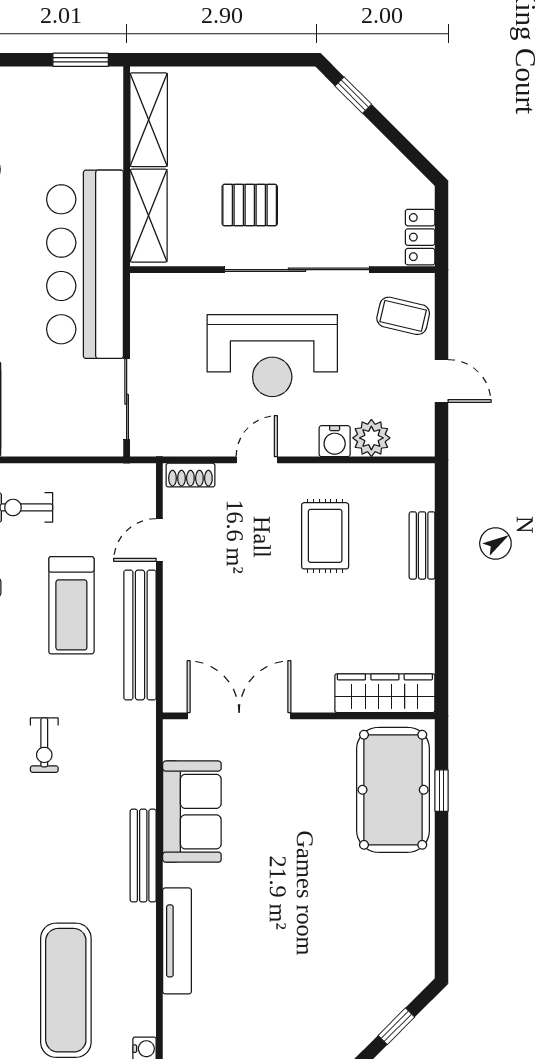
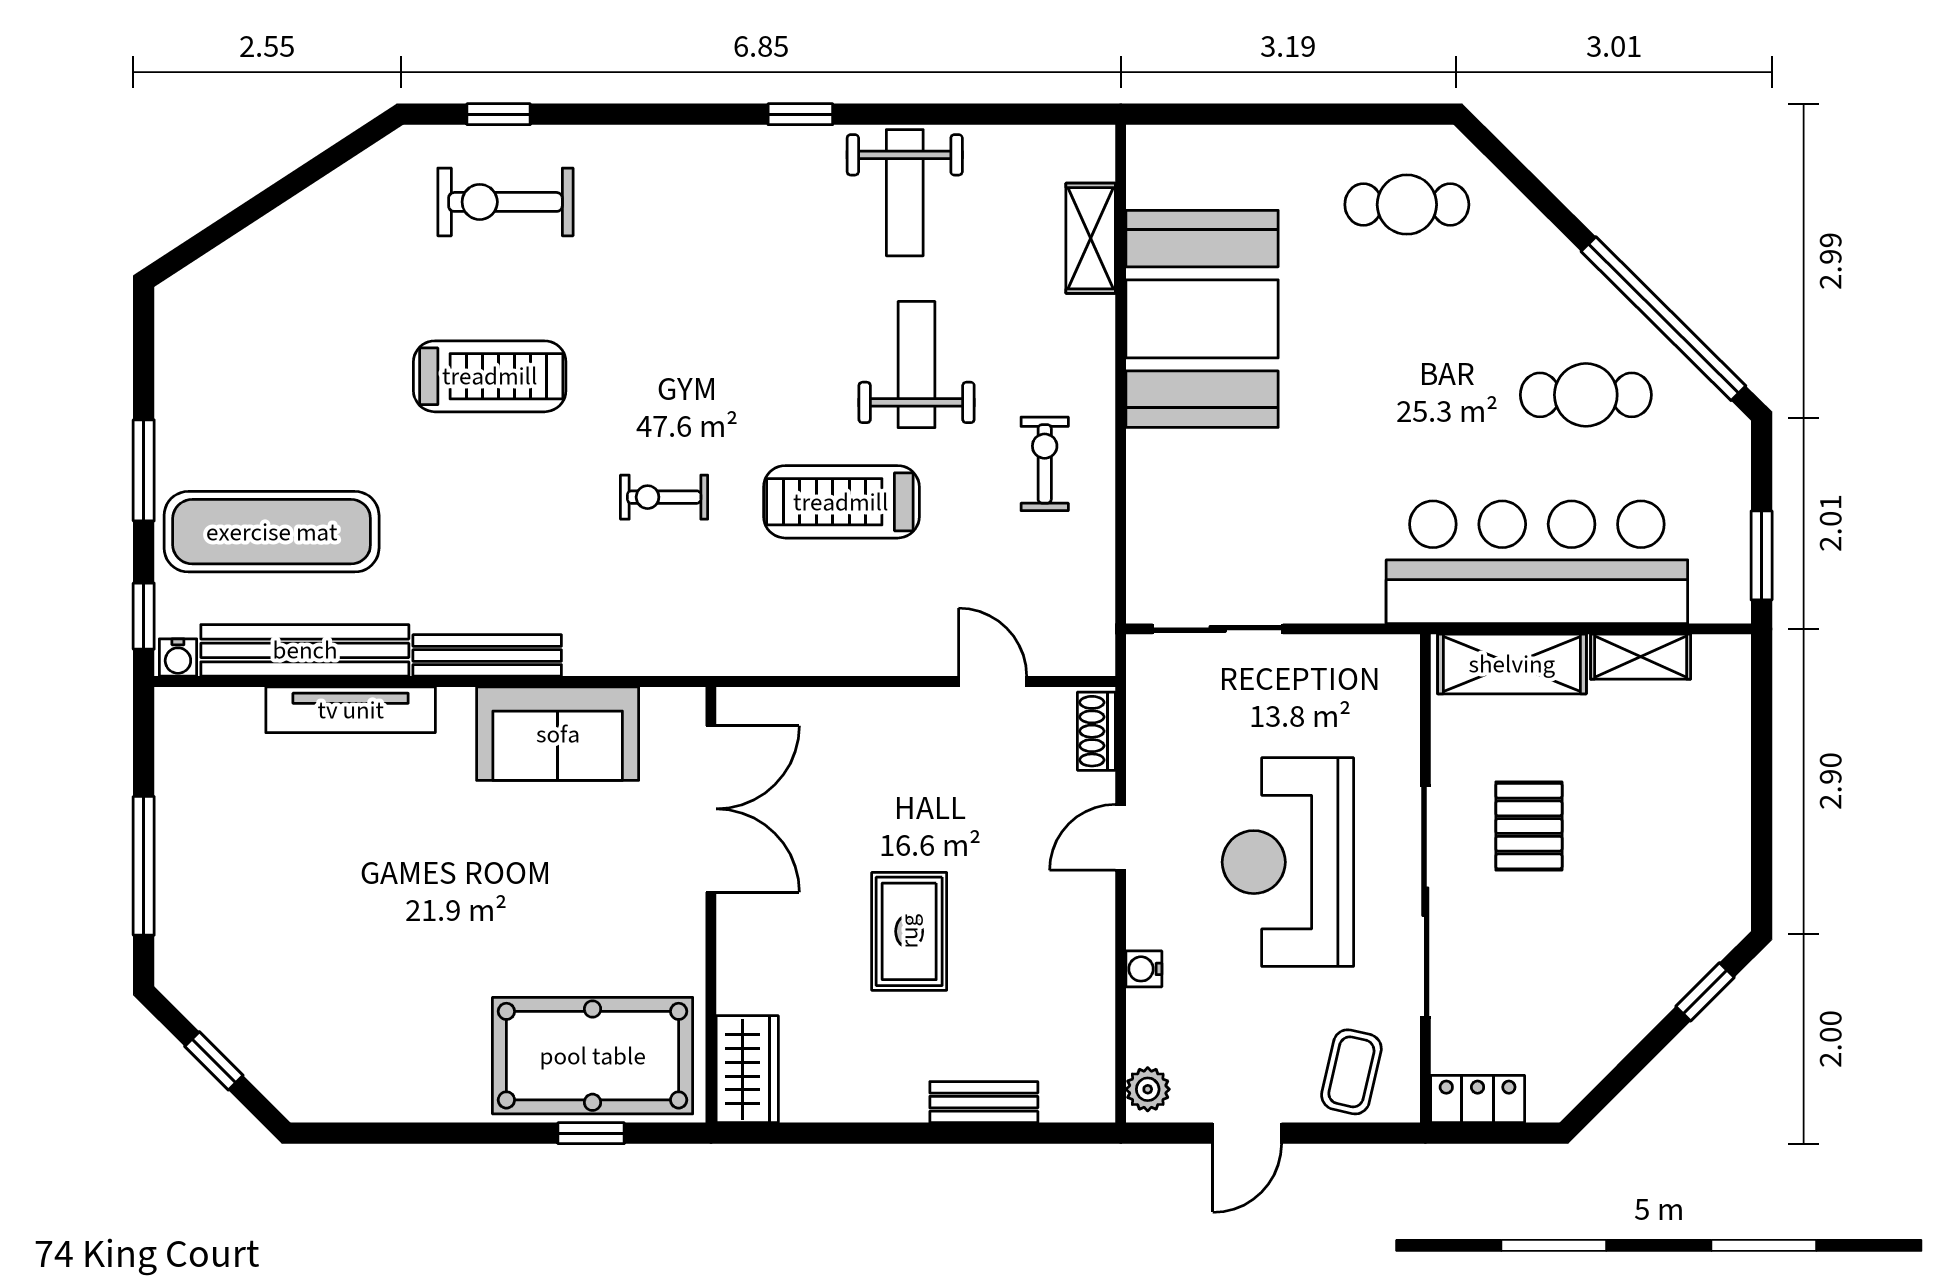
shelving: (149, 120) -> (1641, 657), width x0.67, depth x0.75
bar counter: (85, 264) -> (1537, 562), moved
plant: (371, 438) -> (1148, 1089), moved, width x0.73, depth x0.73
water cooler: (335, 441) -> (1144, 969), width x0.72, depth x0.72
door: (257, 460) -> (1121, 837), swing flipped
rug: (325, 536) -> (909, 931), moved, turned 90
treadmill: (71, 605) -> (841, 502), moved
bench: (140, 635) -> (305, 650), moved
wardrobe: (385, 693) -> (747, 1069), width x0.67

